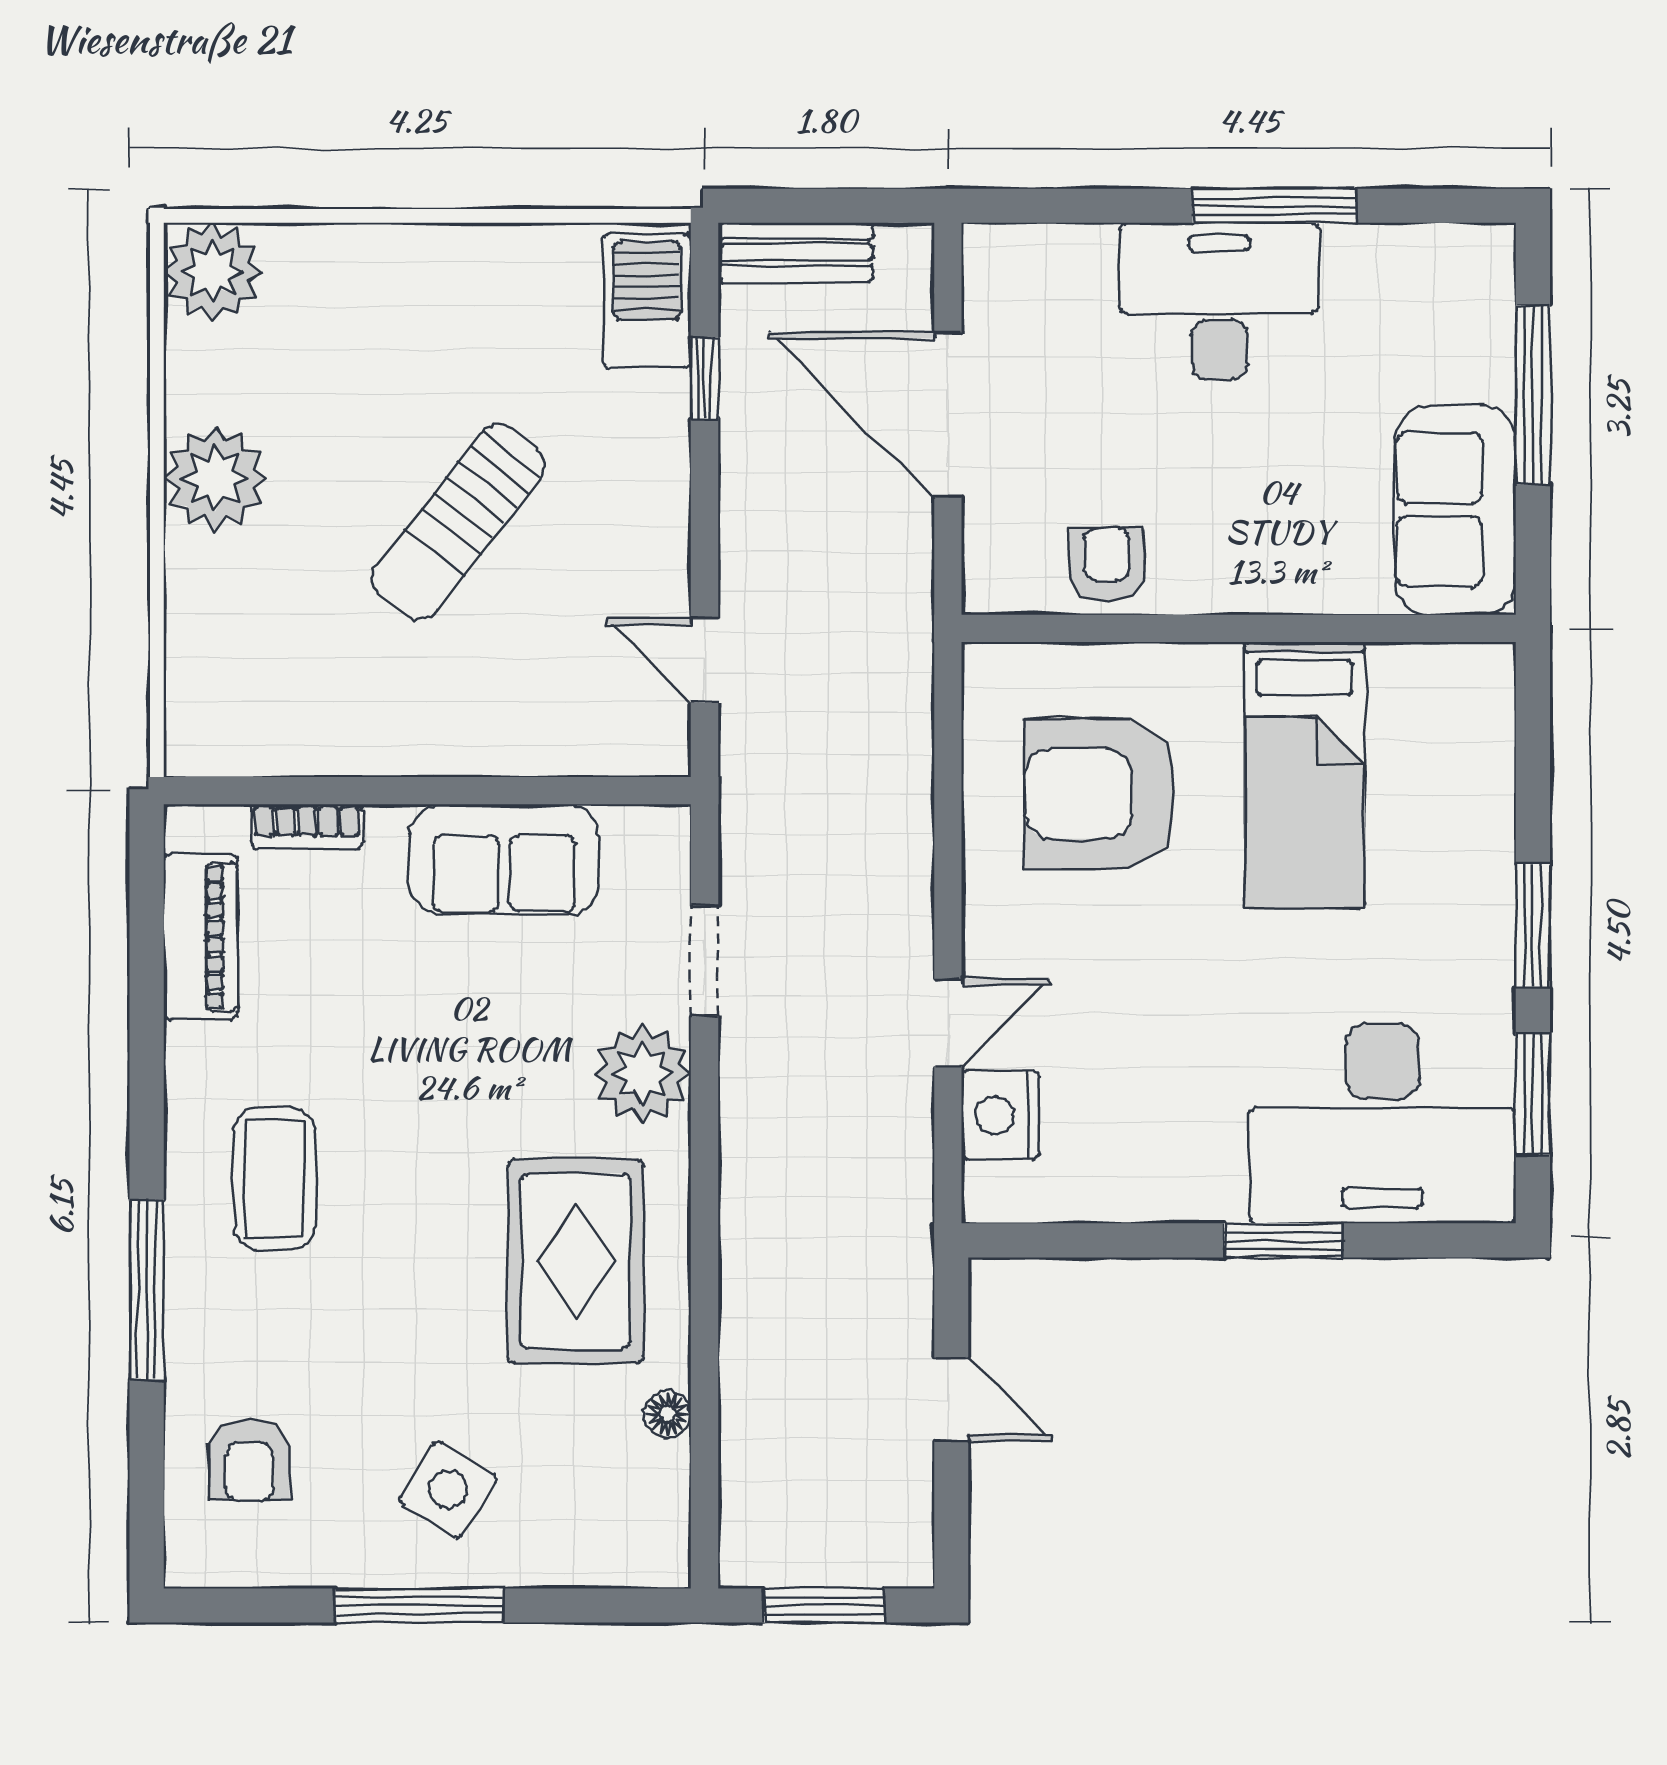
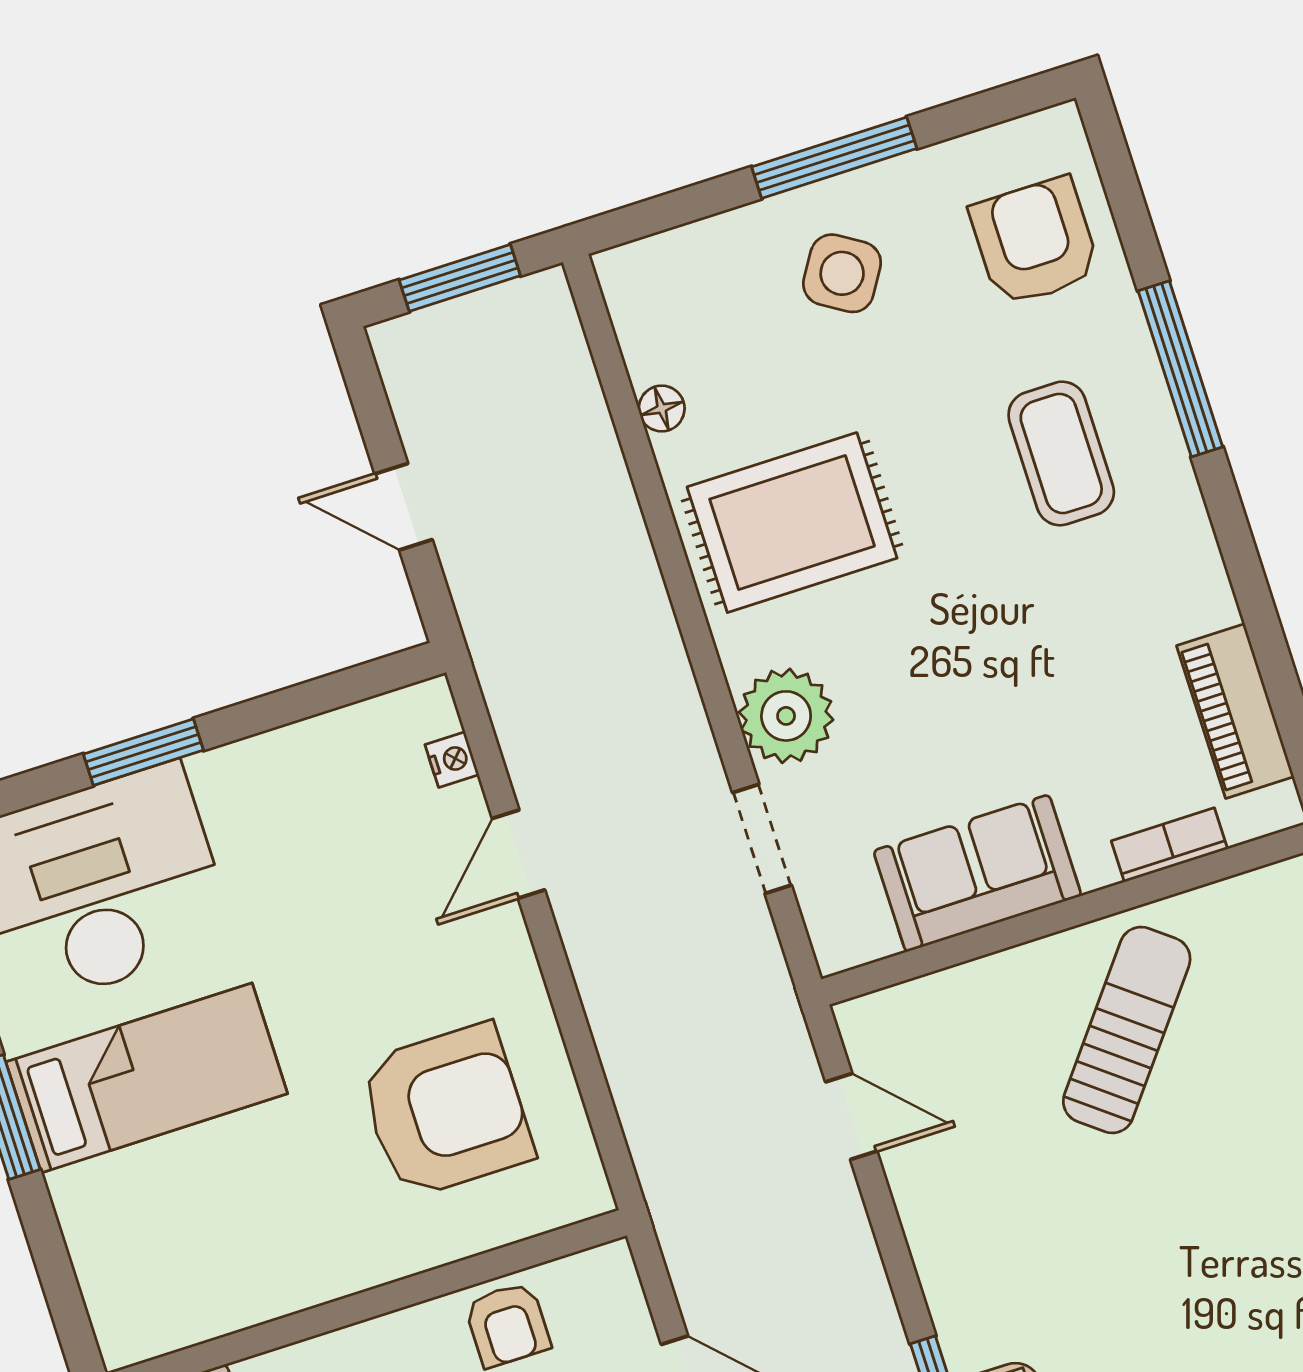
sun lounger: (458, 522) -> (1127, 1030), moved
bed: (1305, 775) -> (147, 1078), moved, turned 90
nightstand: (1001, 1115) -> (452, 760), width x0.53, depth x0.56
coffee table: (274, 1179) -> (1061, 453), moved
rug: (576, 1261) -> (792, 523), turned 90
armchair: (249, 1460) -> (1035, 242), width x1.38, depth x1.38

